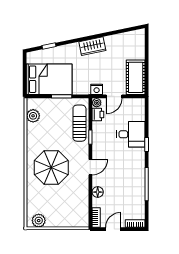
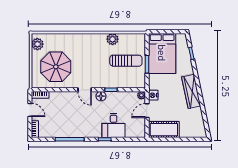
wardrobe: (92, 46) -> (191, 91), width x1.50
door: (114, 96) -> (147, 111), hinge flipped
printer: (98, 115) -> (131, 96), removed
plant: (33, 116) -> (112, 39), moved
sun lounger: (79, 123) -> (126, 61), moved
parasol: (51, 167) -> (56, 67), moved
floor lamp: (98, 192) -> (101, 96), moved

